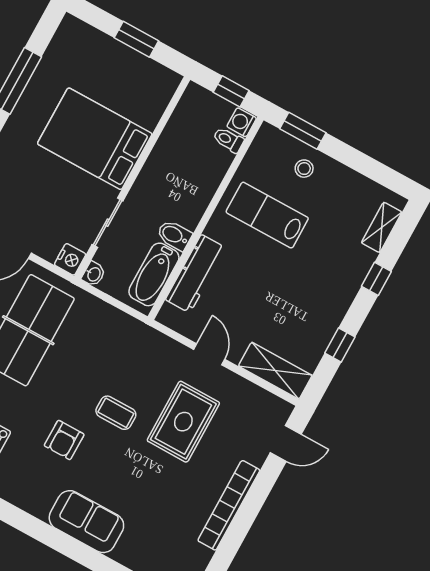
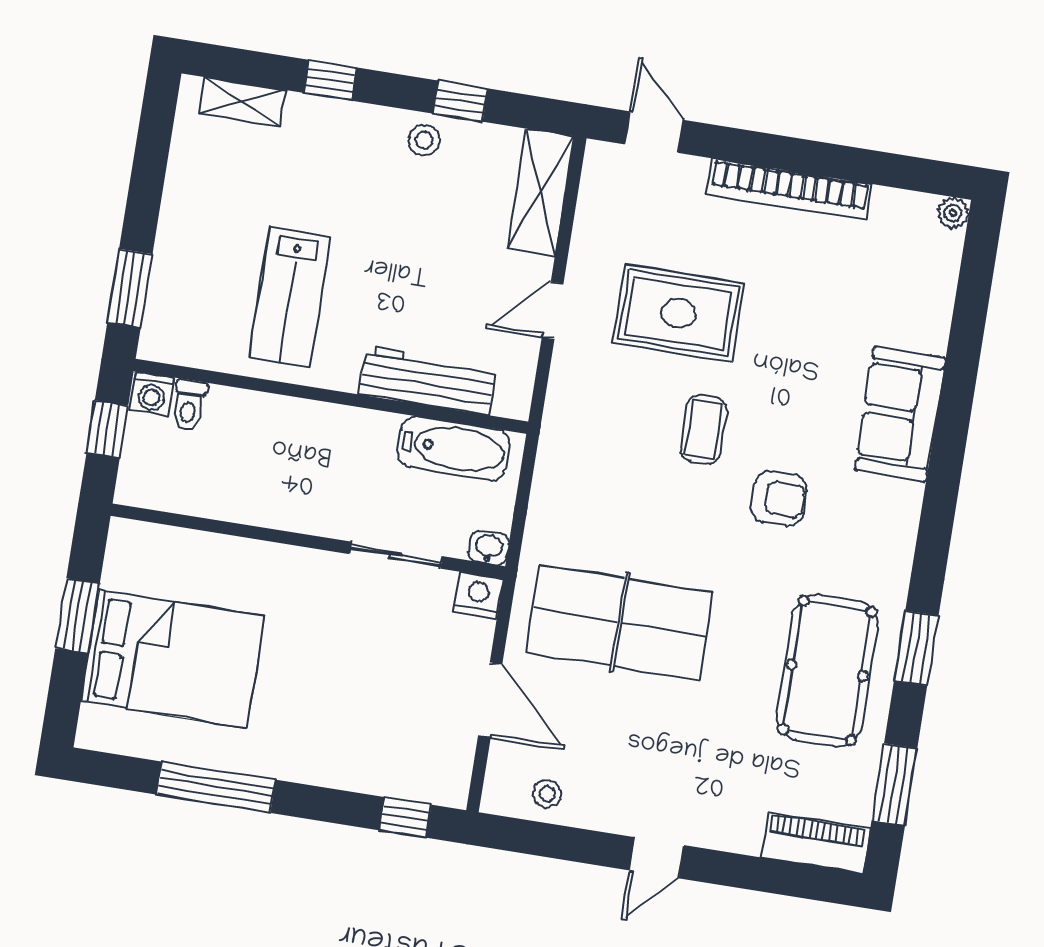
bed: (95, 139) -> (173, 659), moved, turned -90
stool: (304, 169) -> (424, 140), moved
bidet: (174, 235) -> (377, 438), removed

